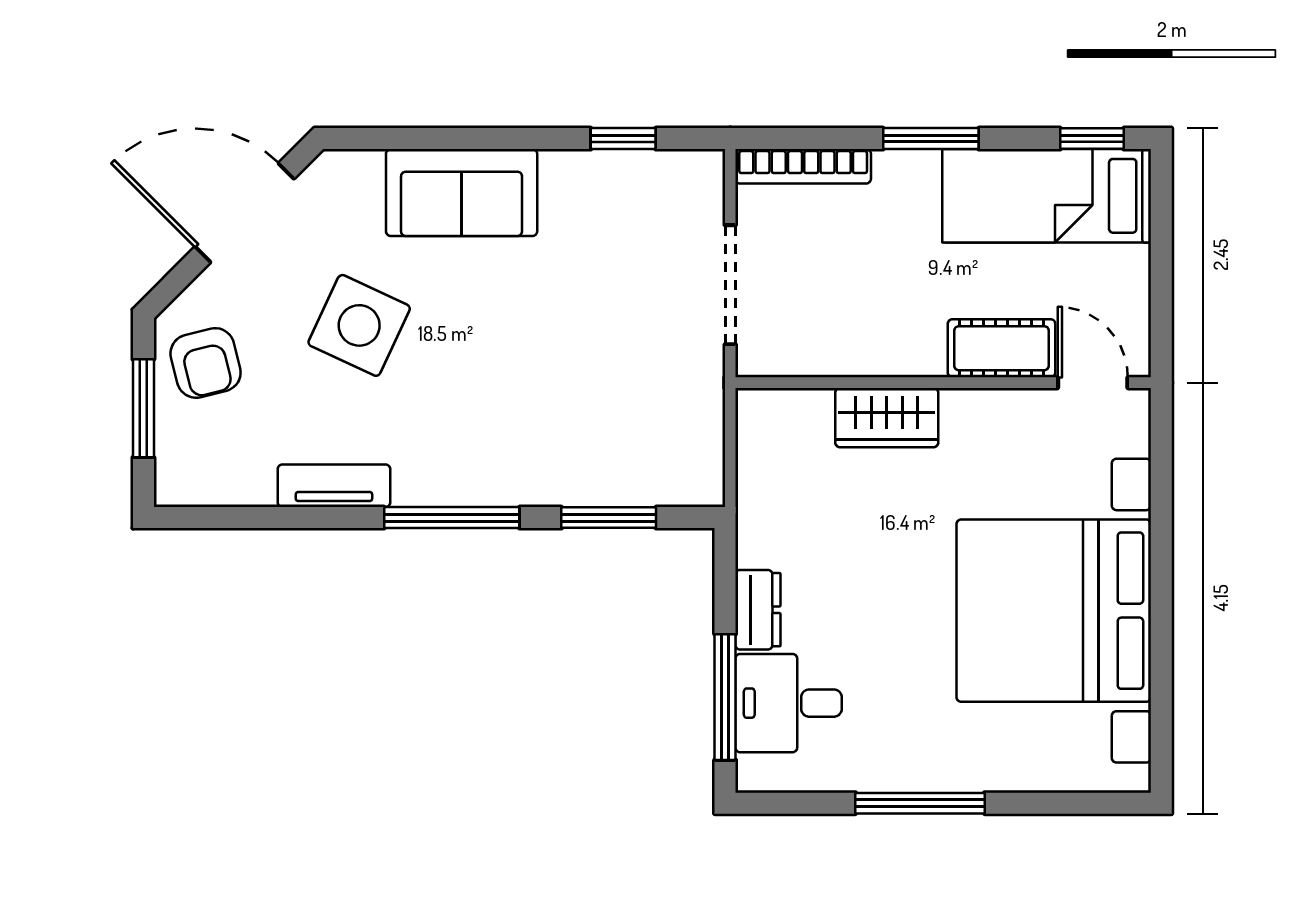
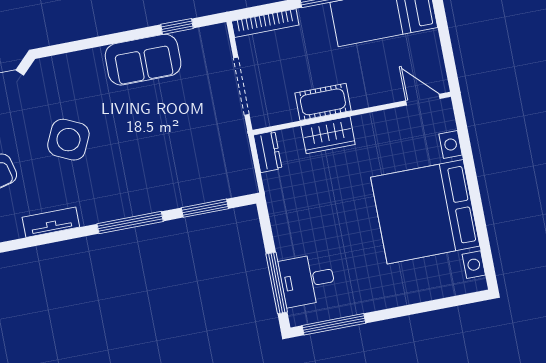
sofa: (462, 193) -> (143, 60), moved
cot: (1002, 348) -> (323, 102), moved
tv unit: (334, 486) -> (51, 222), moved
dresser: (758, 610) -> (268, 152), moved
window: (920, 803) -> (334, 324), moved

